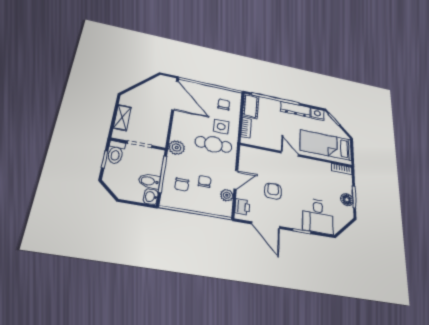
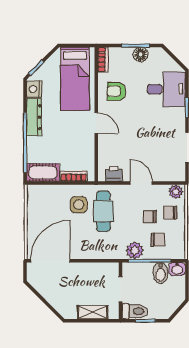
chair: (224, 105) -> (170, 213), moved
plant: (177, 148) -> (135, 251), moved
door: (290, 154) -> (96, 123), swing flipped
armchair: (273, 191) -> (116, 91), moved
plant: (227, 195) -> (176, 192), moved
printer: (242, 207) -> (114, 174), moved

